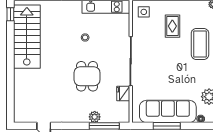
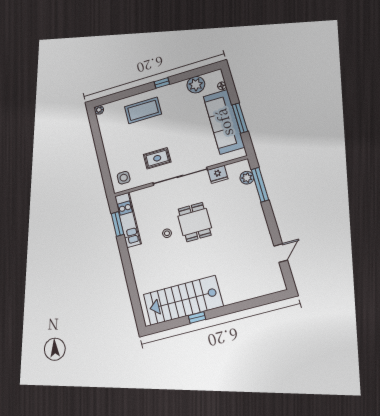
window: (10, 14) -> (197, 317), moved
rug: (172, 26) -> (157, 158), moved
dining table: (87, 76) -> (195, 222), moved, turned 90
plant: (95, 117) -> (247, 178), moved

